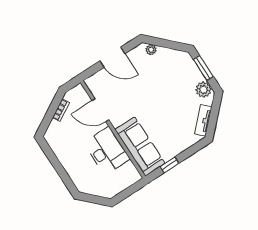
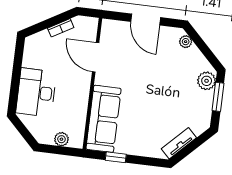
plant: (203, 90) -> (207, 81), moved
desk: (107, 151) -> (36, 92), moved, turned 180
plant: (124, 183) -> (61, 139), added

